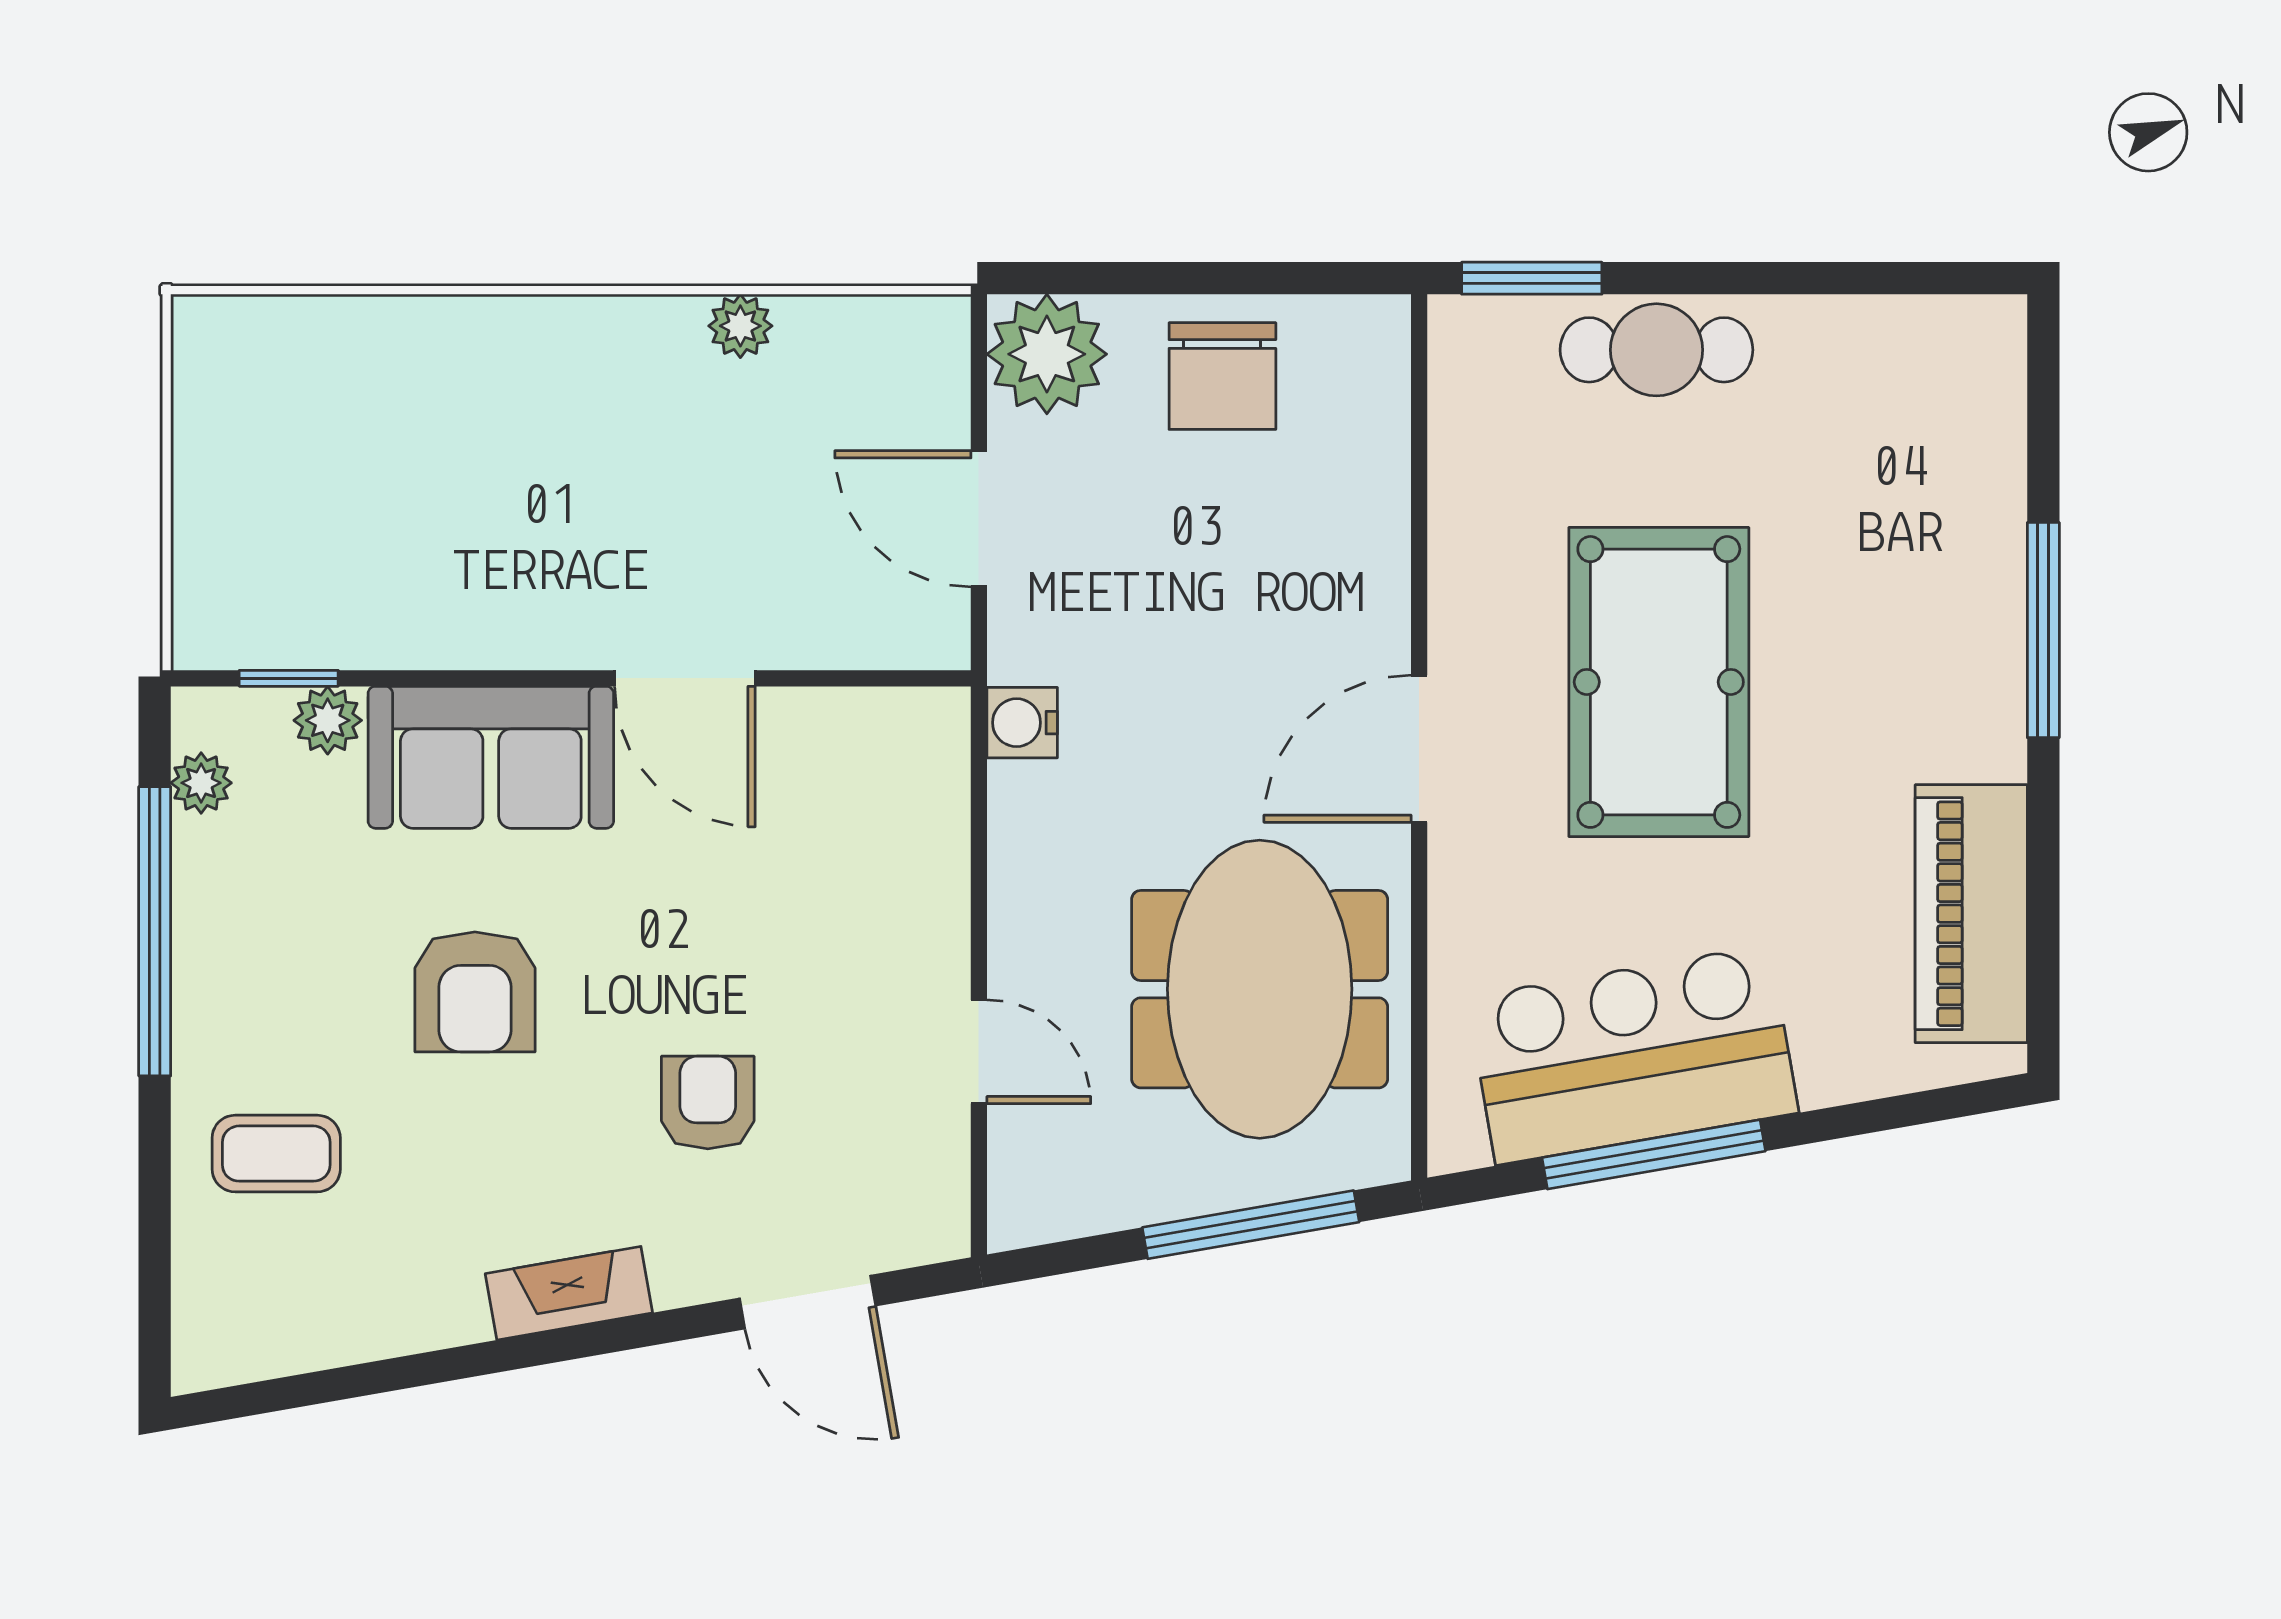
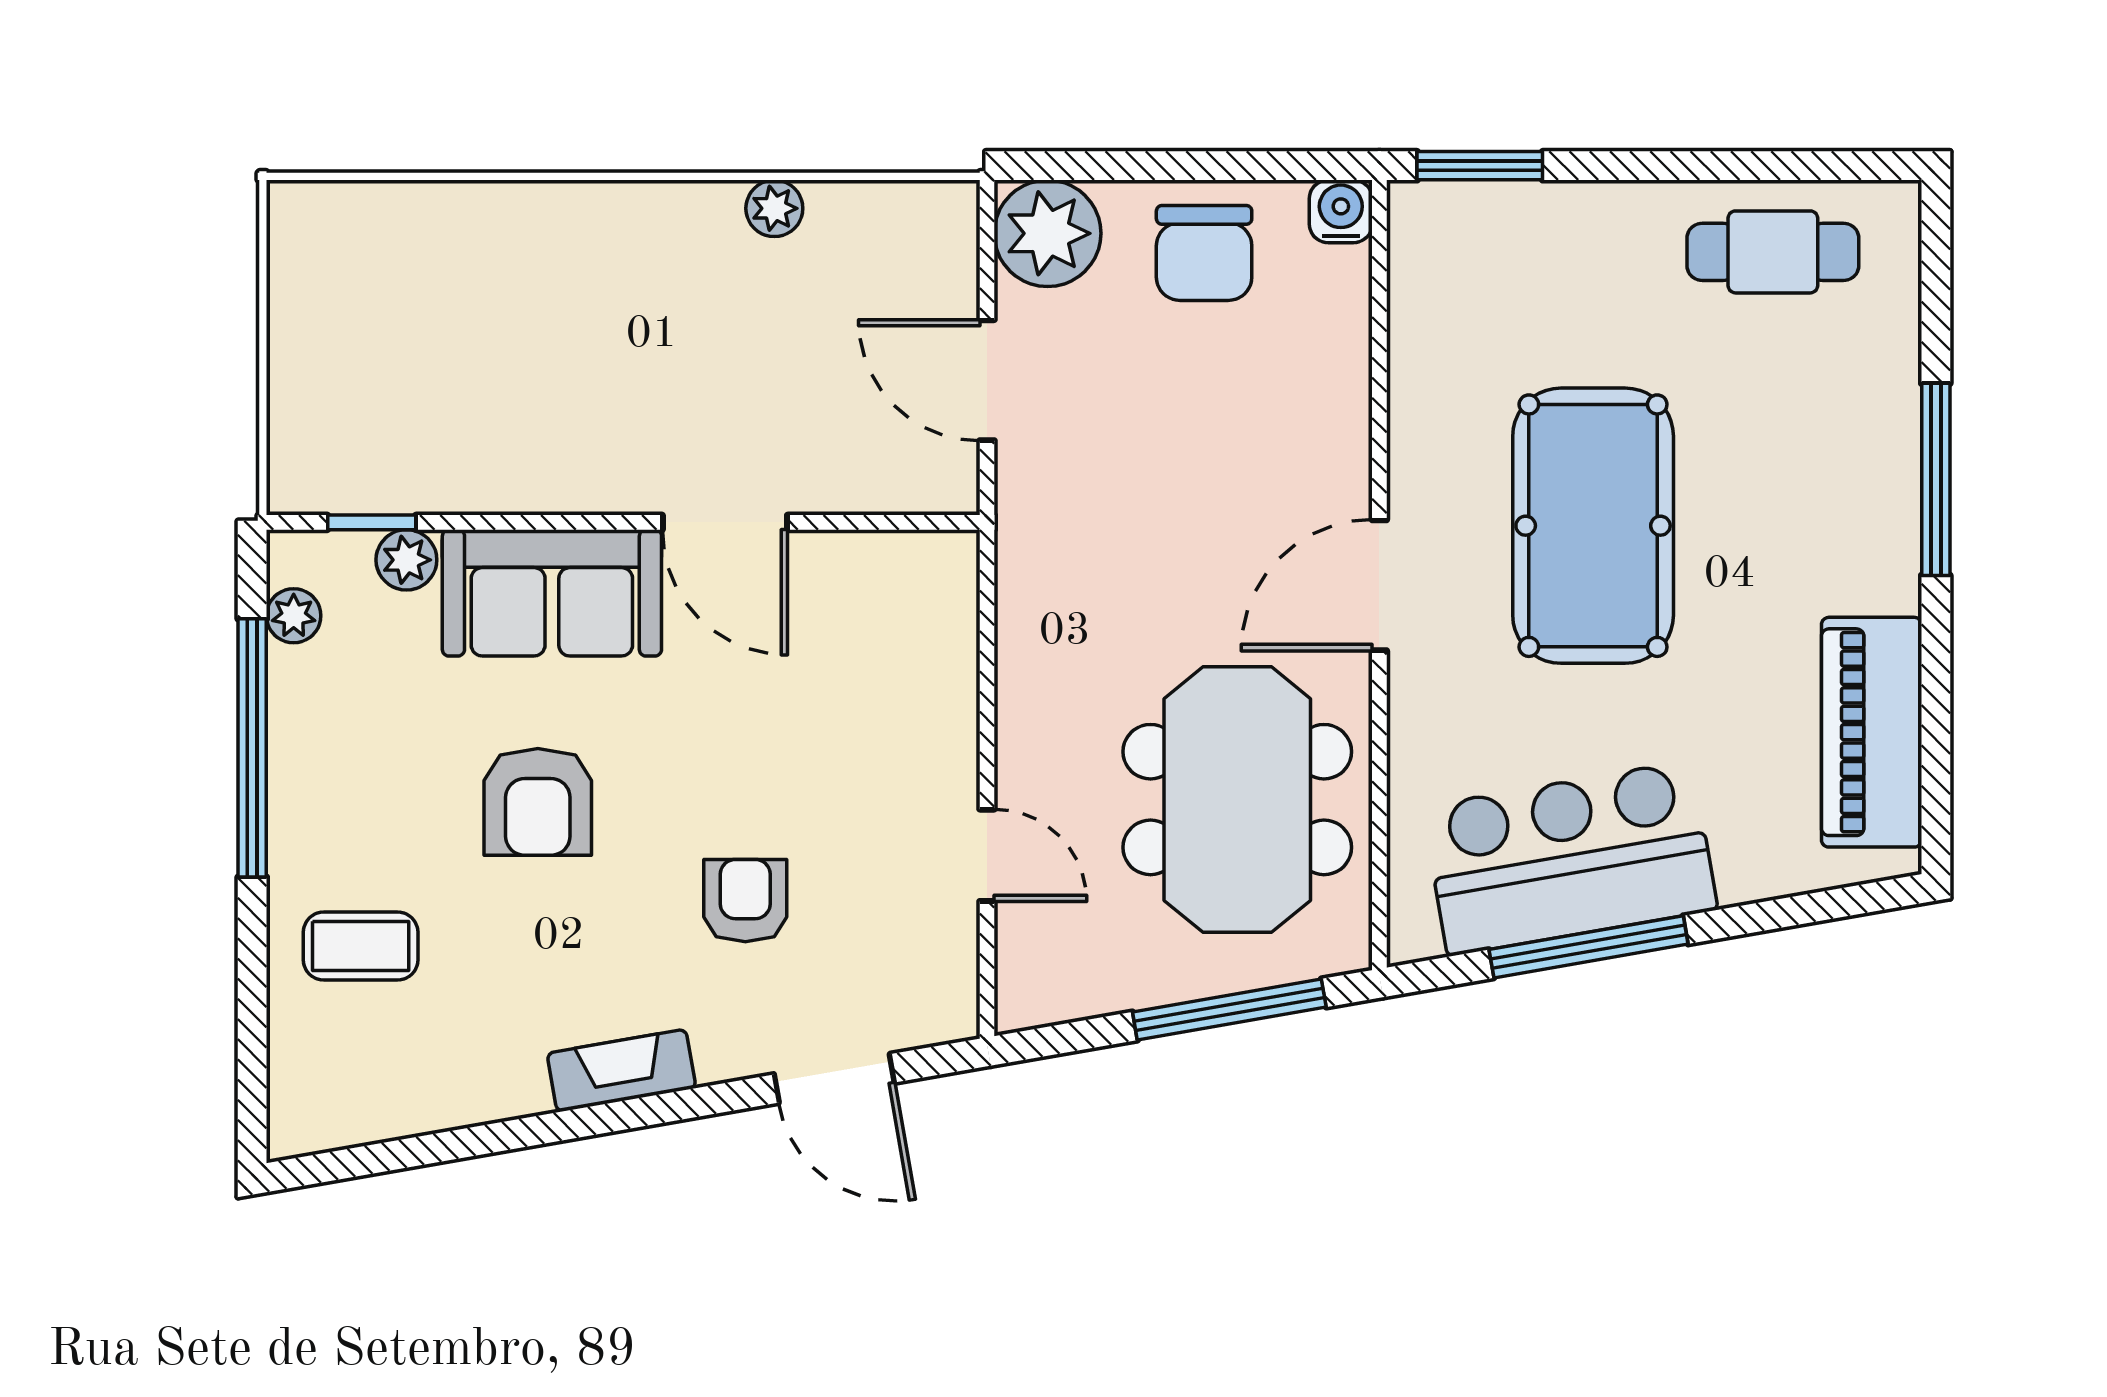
cafe table: (1656, 350) -> (1773, 252), moved
water cooler: (1022, 723) -> (1341, 211), moved, turned 90

